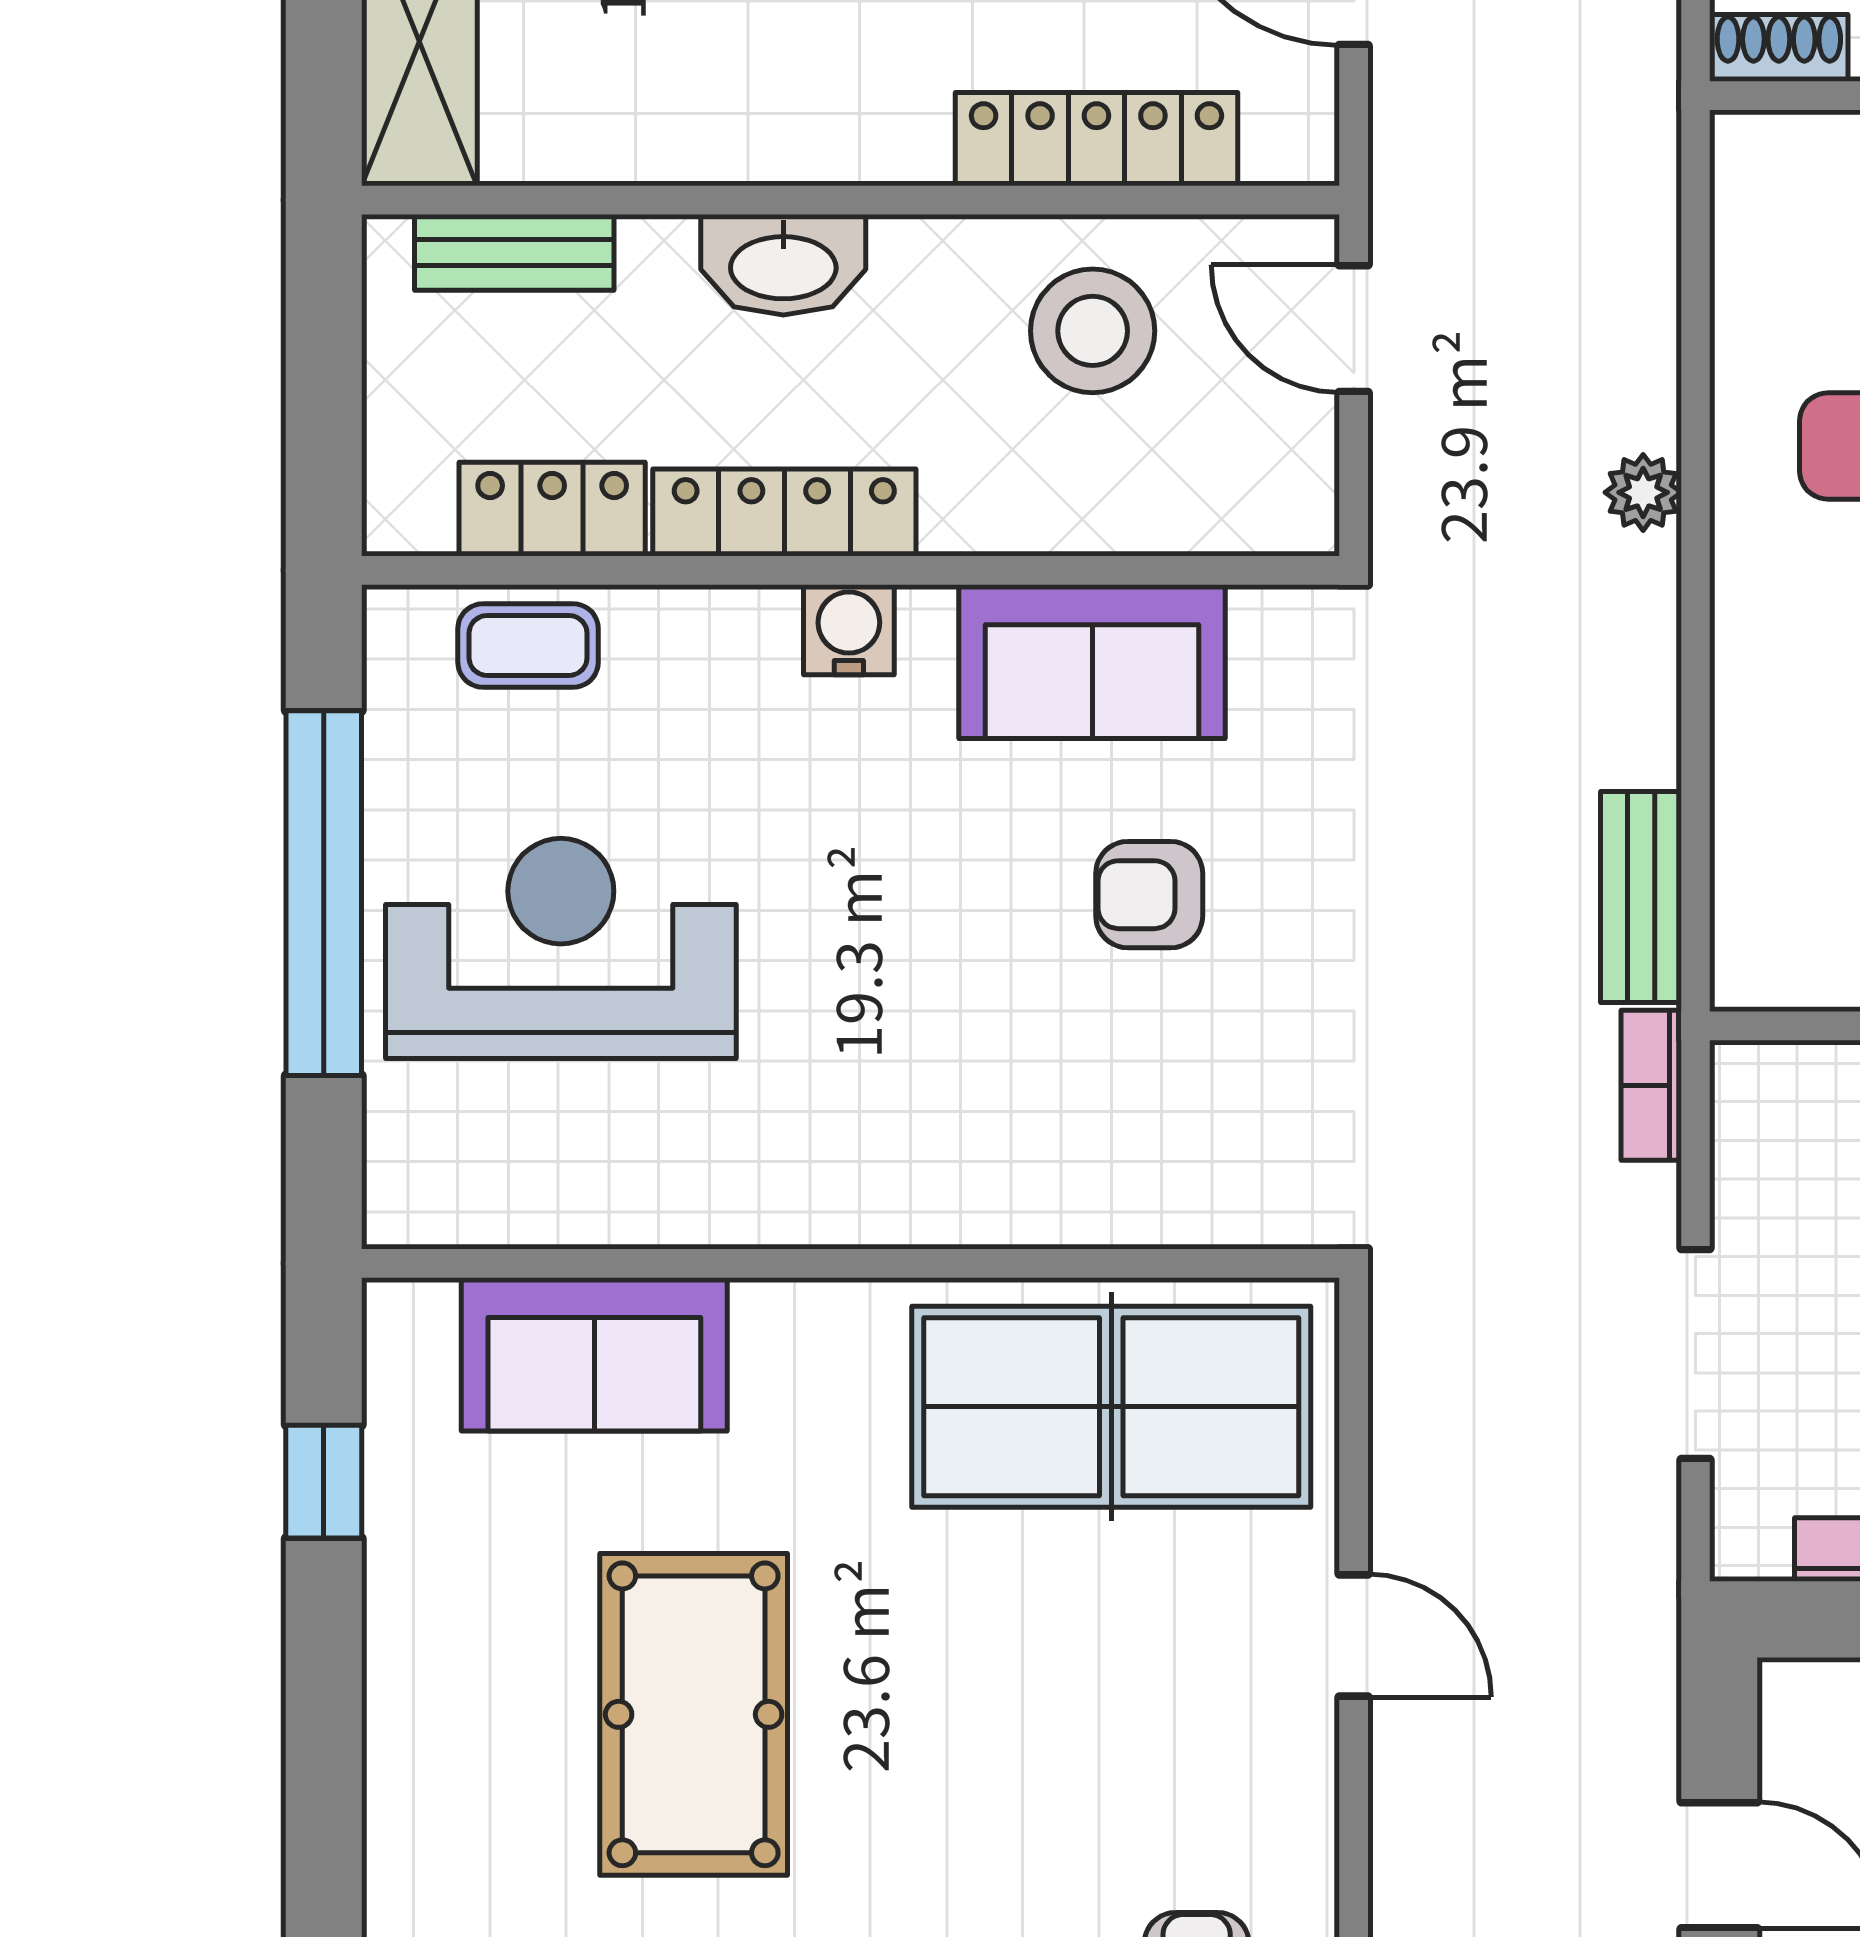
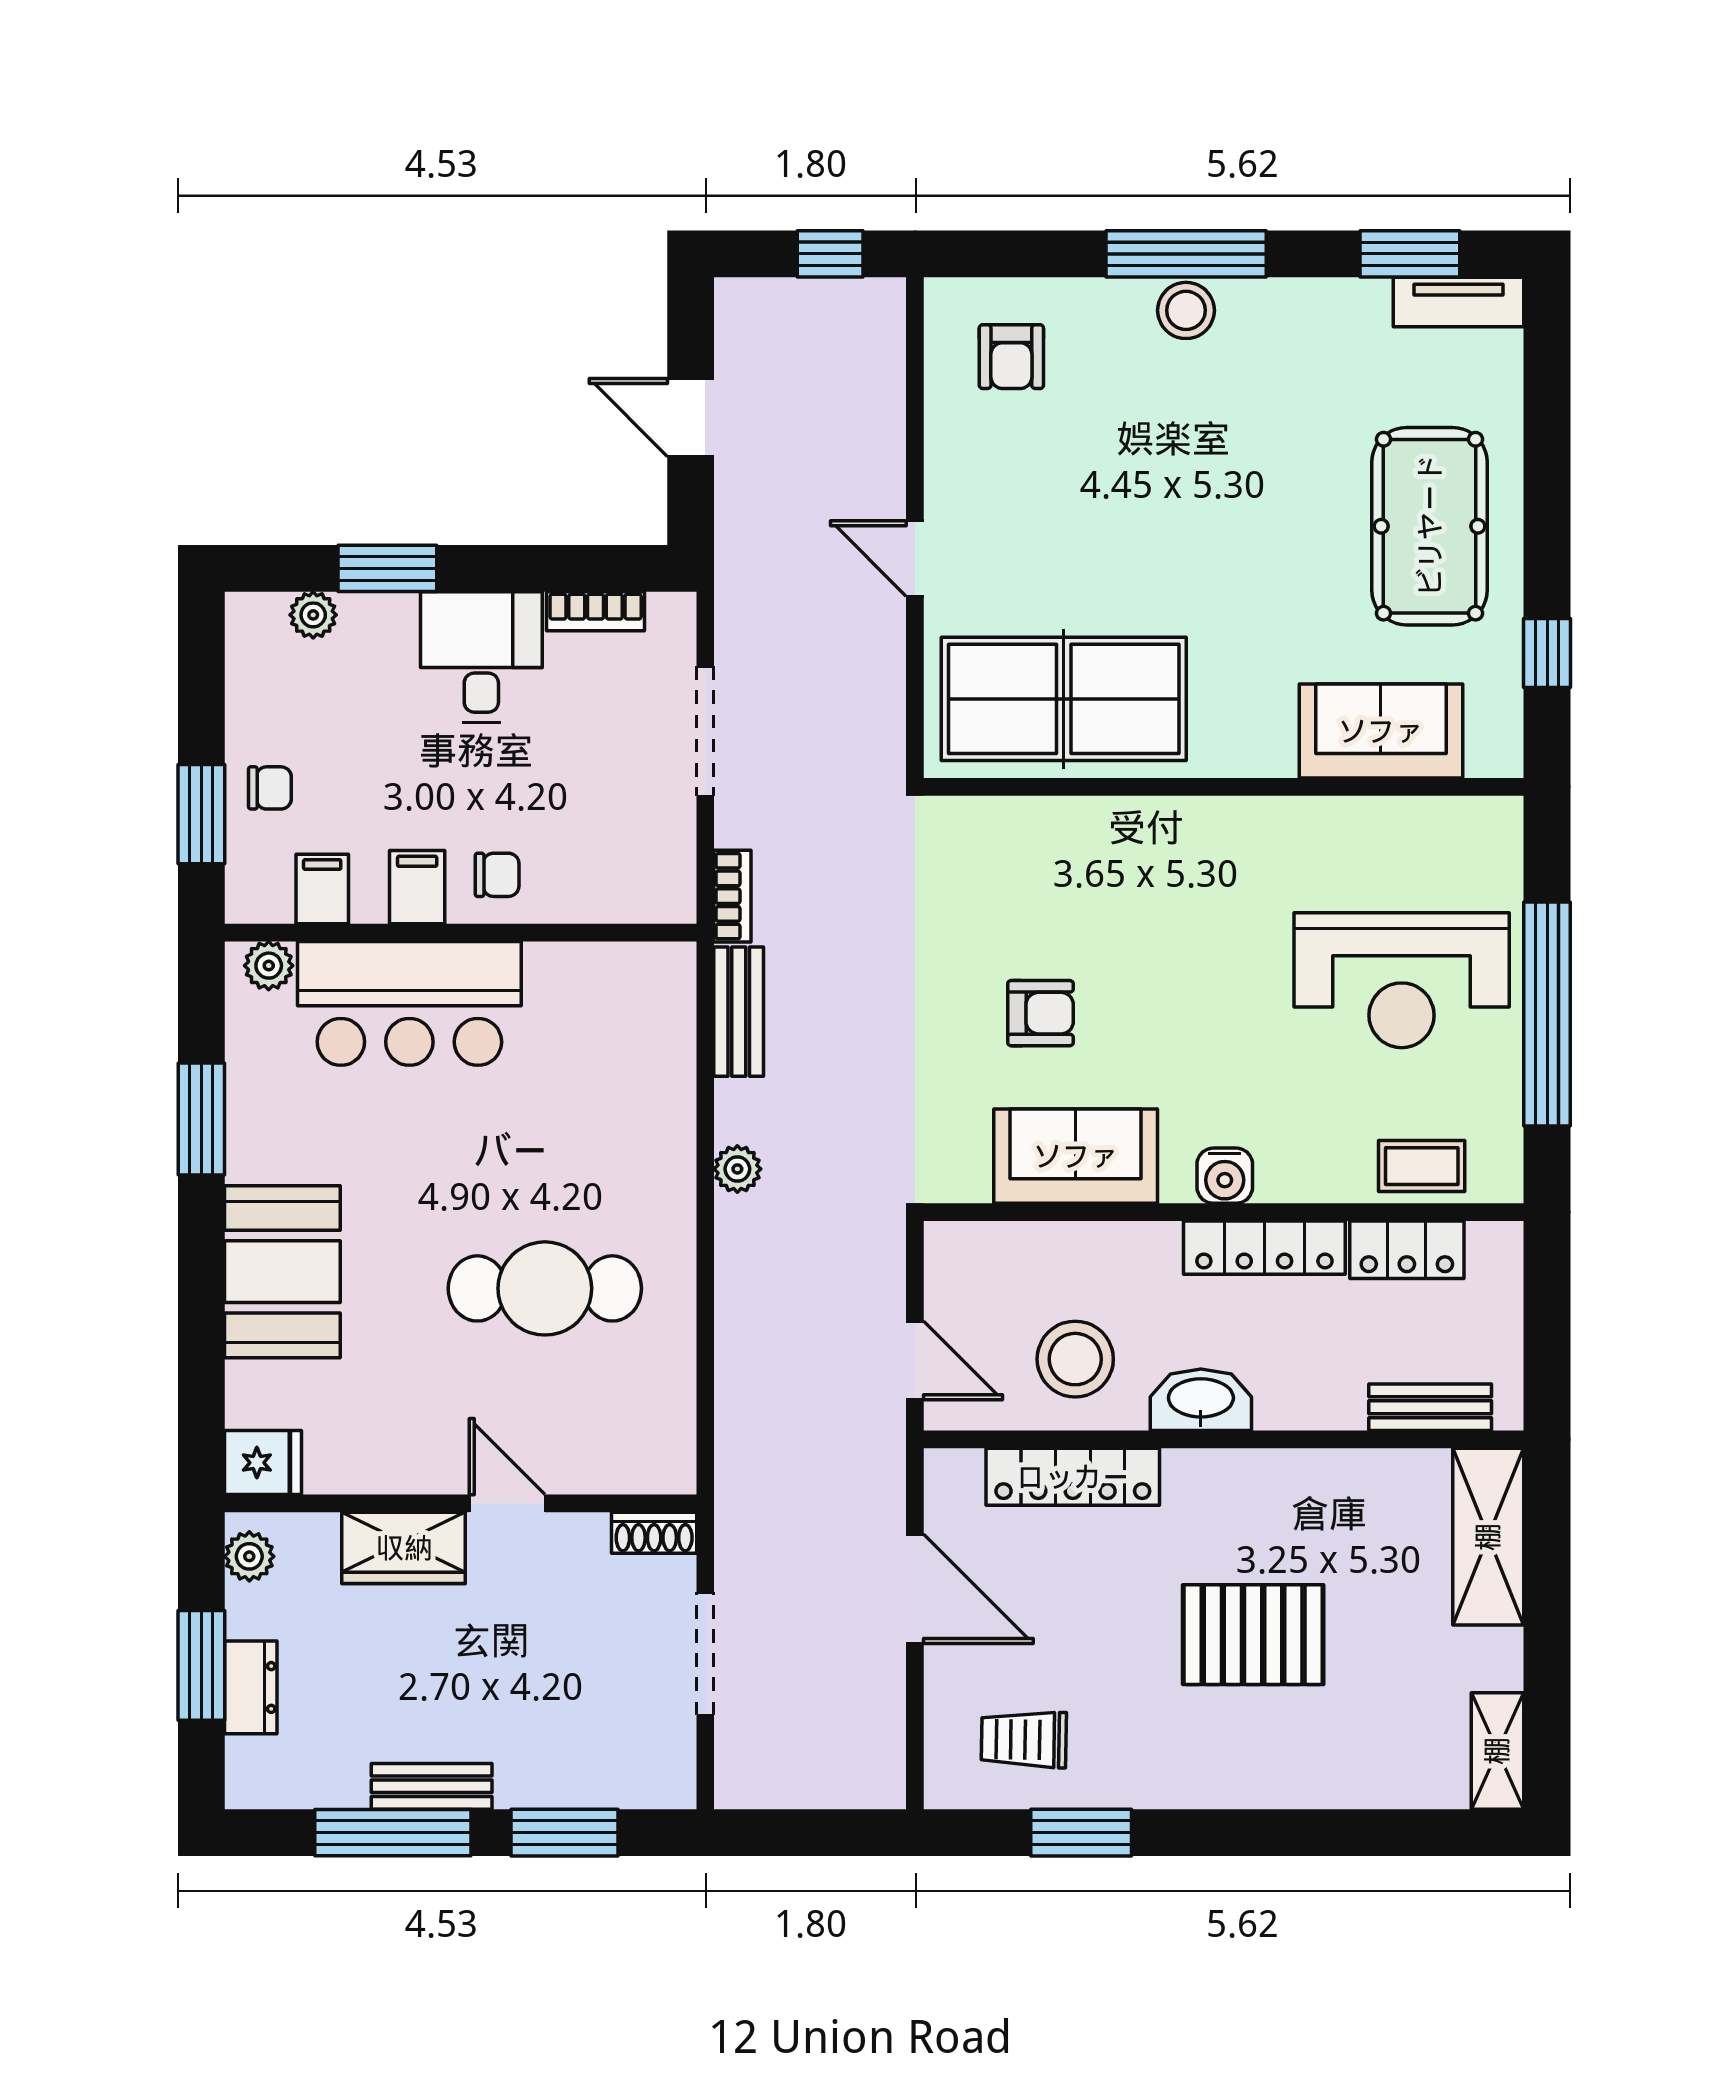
washbasin: (783, 265) -> (1201, 1400), moved
plant: (1643, 492) -> (737, 1169), moved
pool table: (694, 1714) -> (1430, 526), moved

